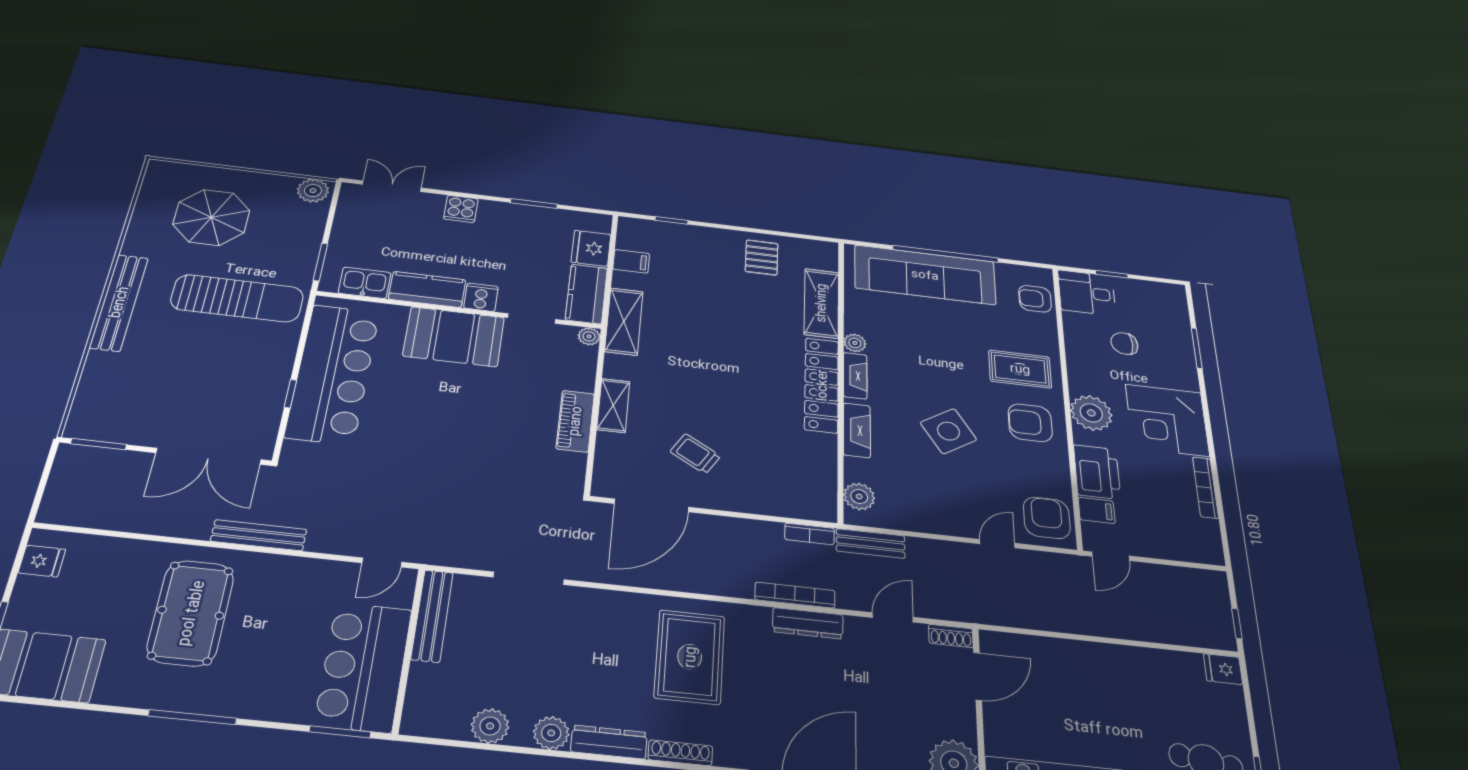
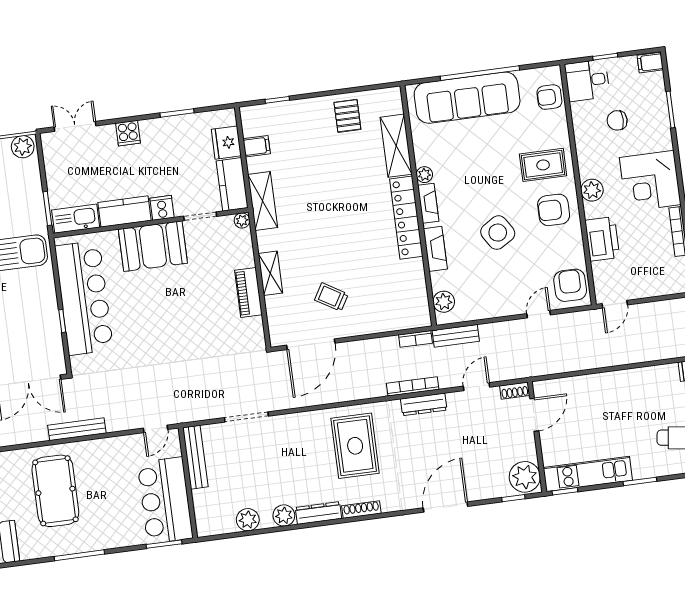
kitchen sink: (365, 283) -> (76, 219), width x1.38
plant: (1091, 413) -> (592, 190), width x0.73, depth x0.73
filing cabinet: (1097, 510) -> (650, 63), moved, turned 180

